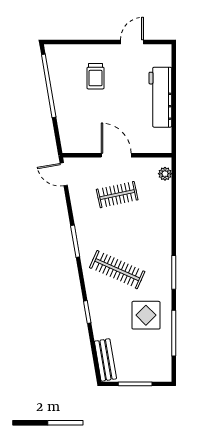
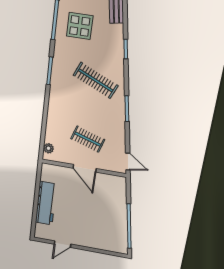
trolley: (95, 76) -> (93, 226), removed
clothes rail: (117, 195) -> (88, 139), turned 30
display table: (146, 315) -> (80, 26), moved

